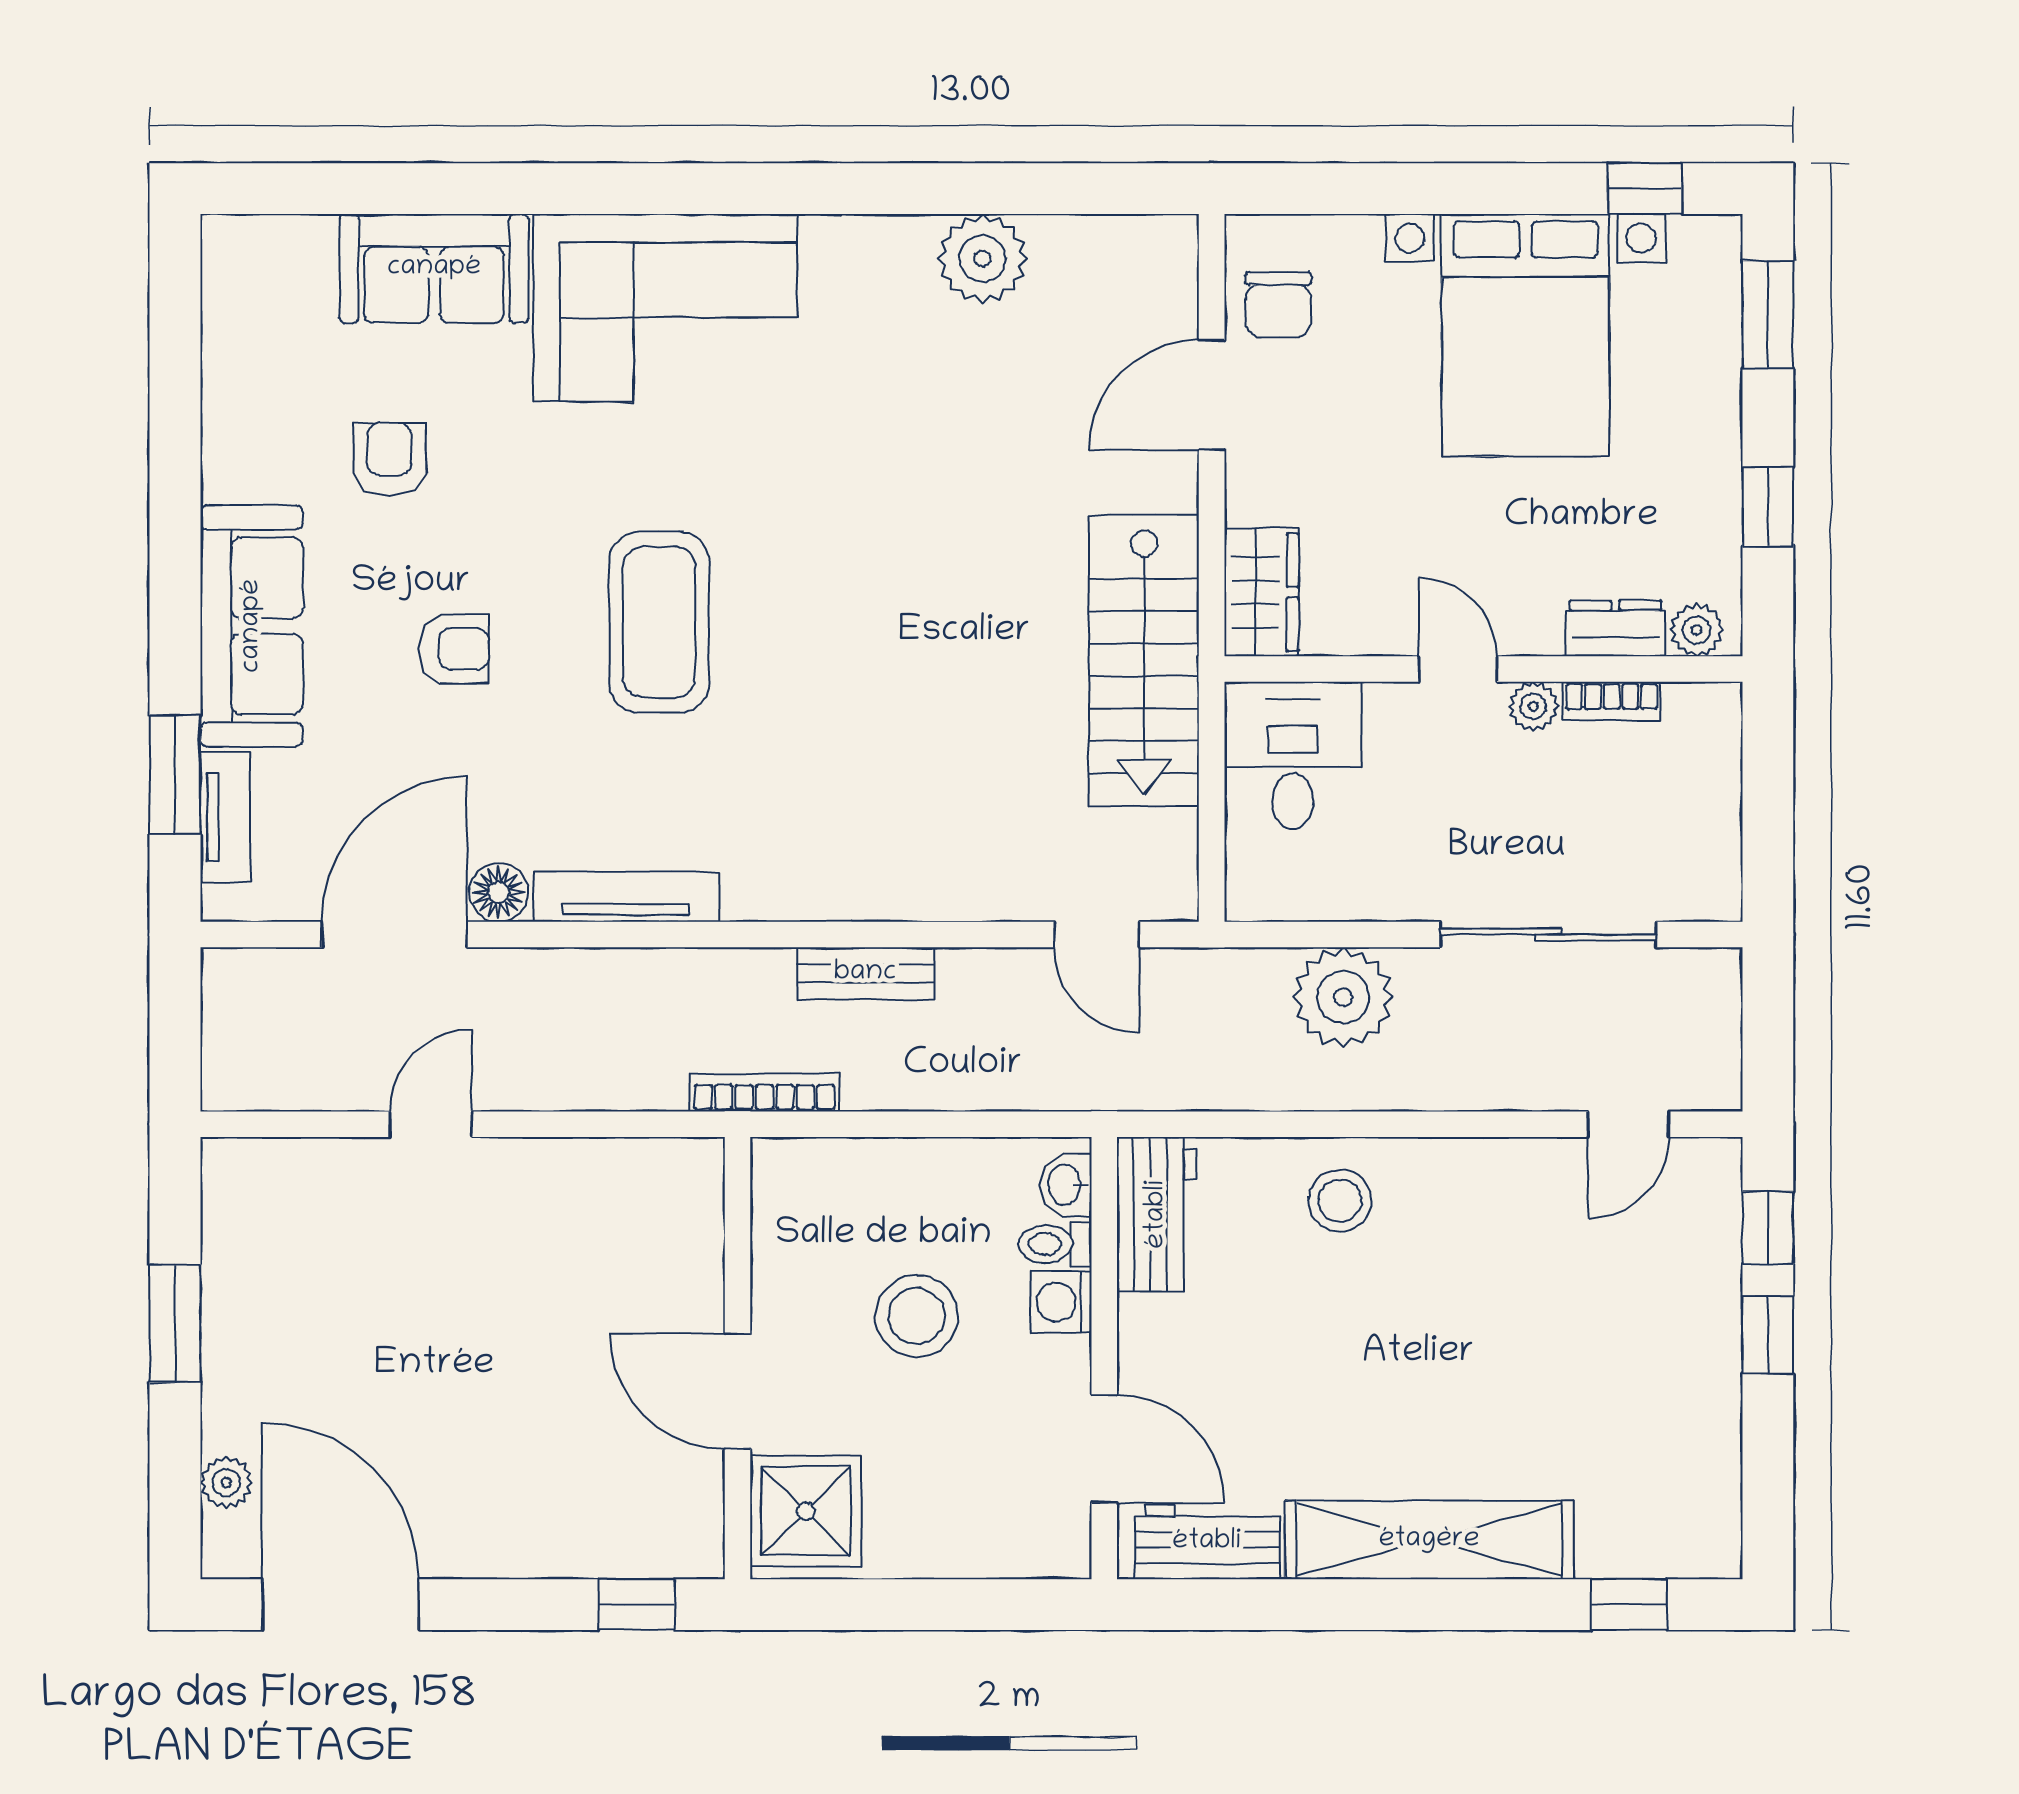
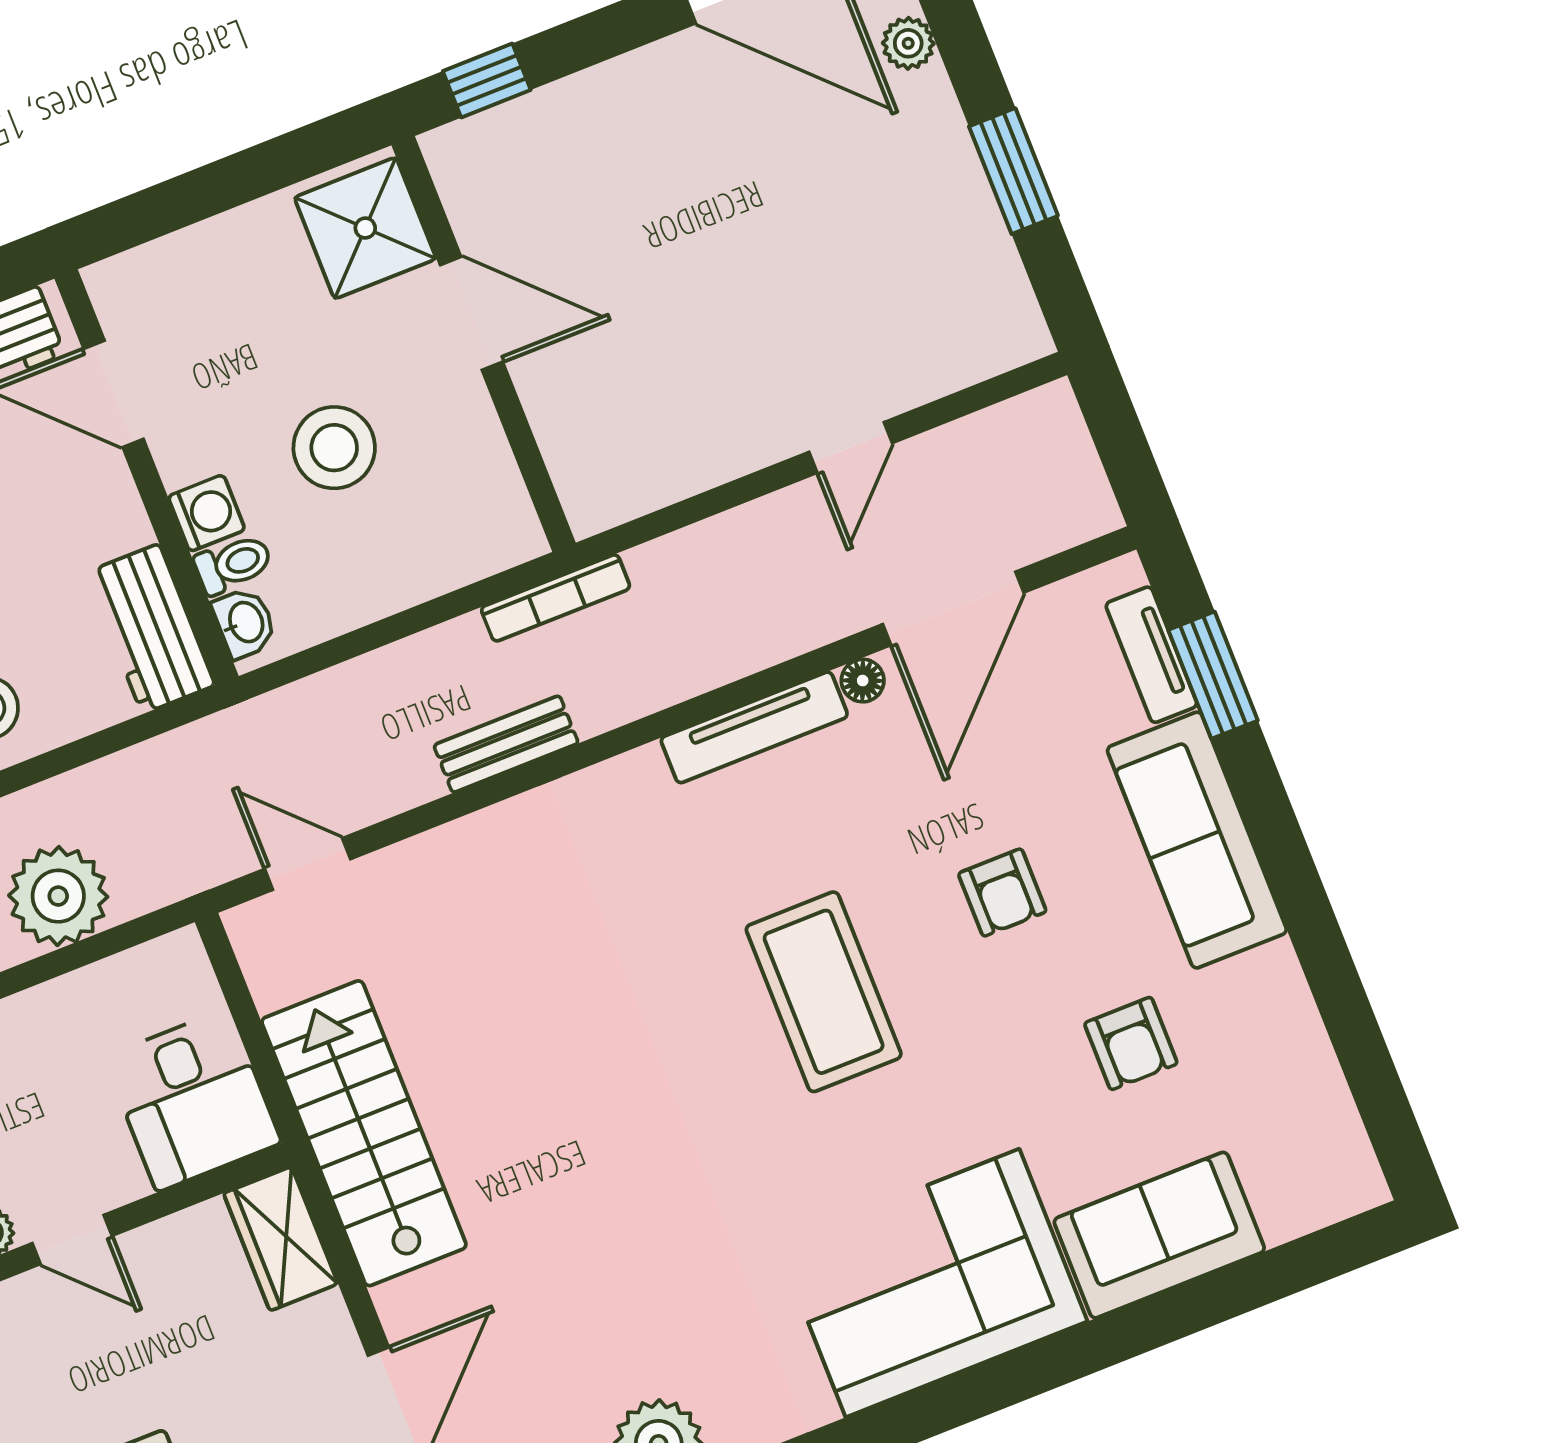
armchair: (454, 649) -> (1002, 893), turned -90
floor lamp: (498, 892) -> (863, 681), width x0.73, depth x0.73

